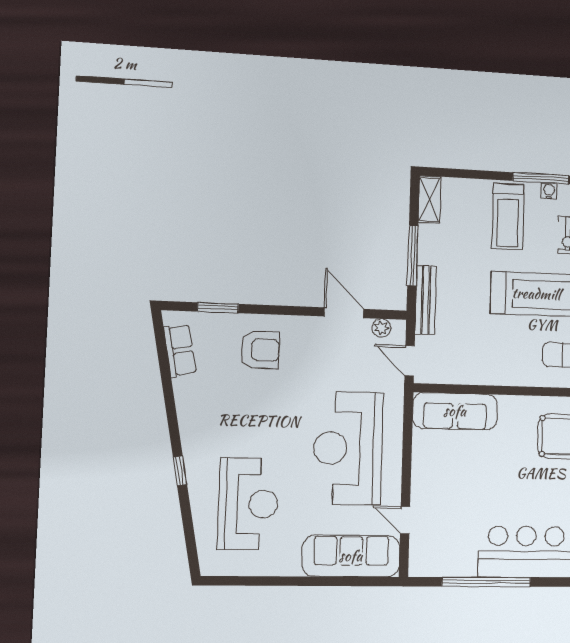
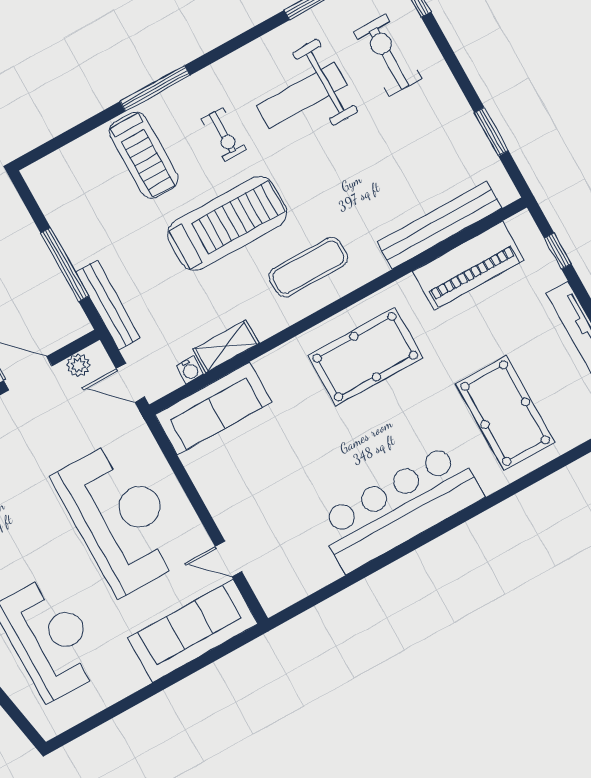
water cooler: (549, 191) -> (190, 370), moved, turned 180
shelving: (429, 199) -> (226, 346), moved, turned 90
reception desk: (348, 448) -> (120, 517), turned 180
window: (486, 582) -> (358, 575), removed

